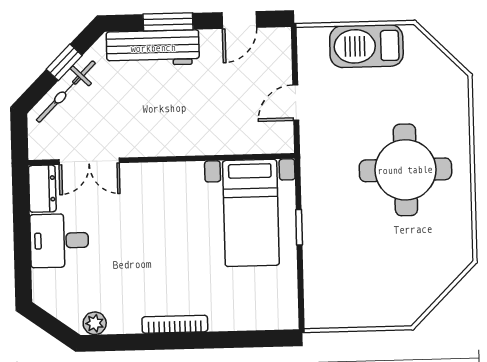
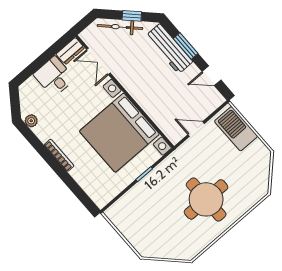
barbecue: (366, 46) -> (236, 129), moved
bed with nightstands: (251, 213) -> (119, 133), width x1.85

